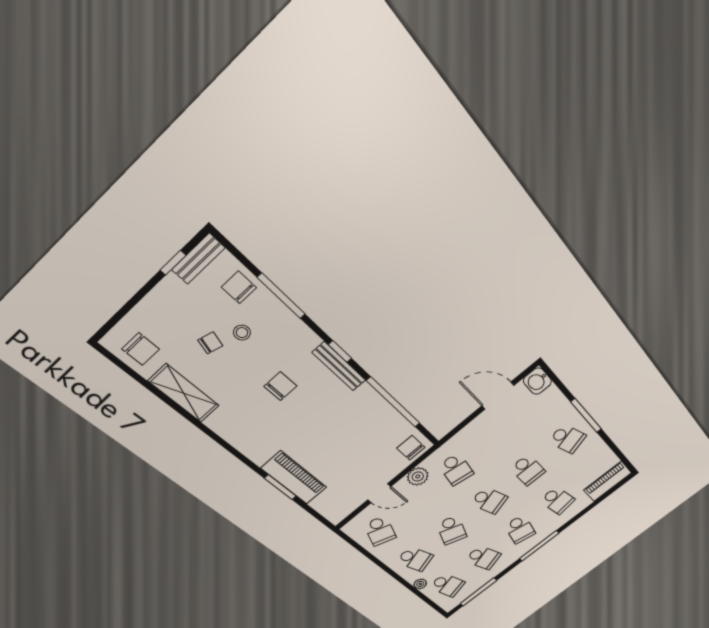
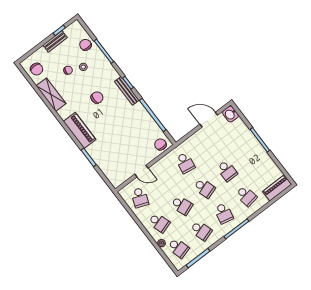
bench: (198, 259) -> (55, 41), moved
school desk: (567, 439) -> (250, 153), removed
plant: (418, 476) -> (163, 164), removed
piano: (294, 478) -> (80, 130), moved
school desk: (452, 530) -> (182, 205), turned -42

